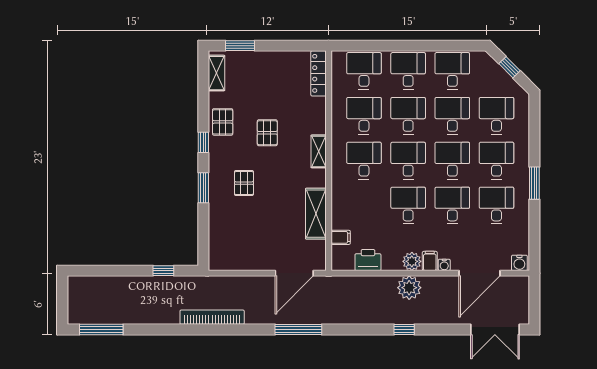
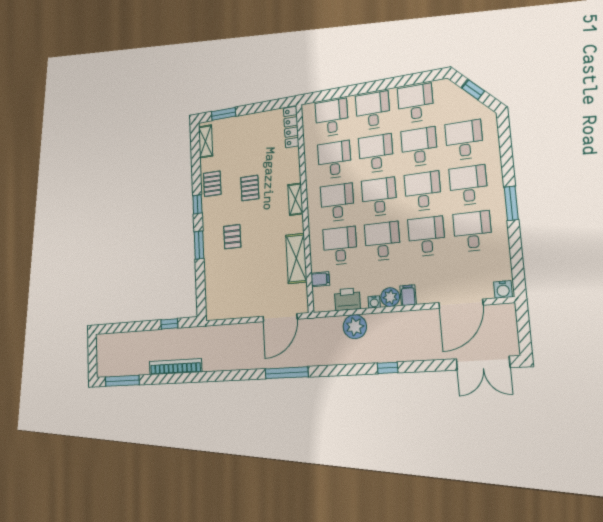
desk: (364, 205) -> (340, 246), added
water cooler: (444, 265) -> (374, 302), moved
plant: (409, 288) -> (355, 327), moved
bookcase: (212, 317) -> (175, 367), moved

